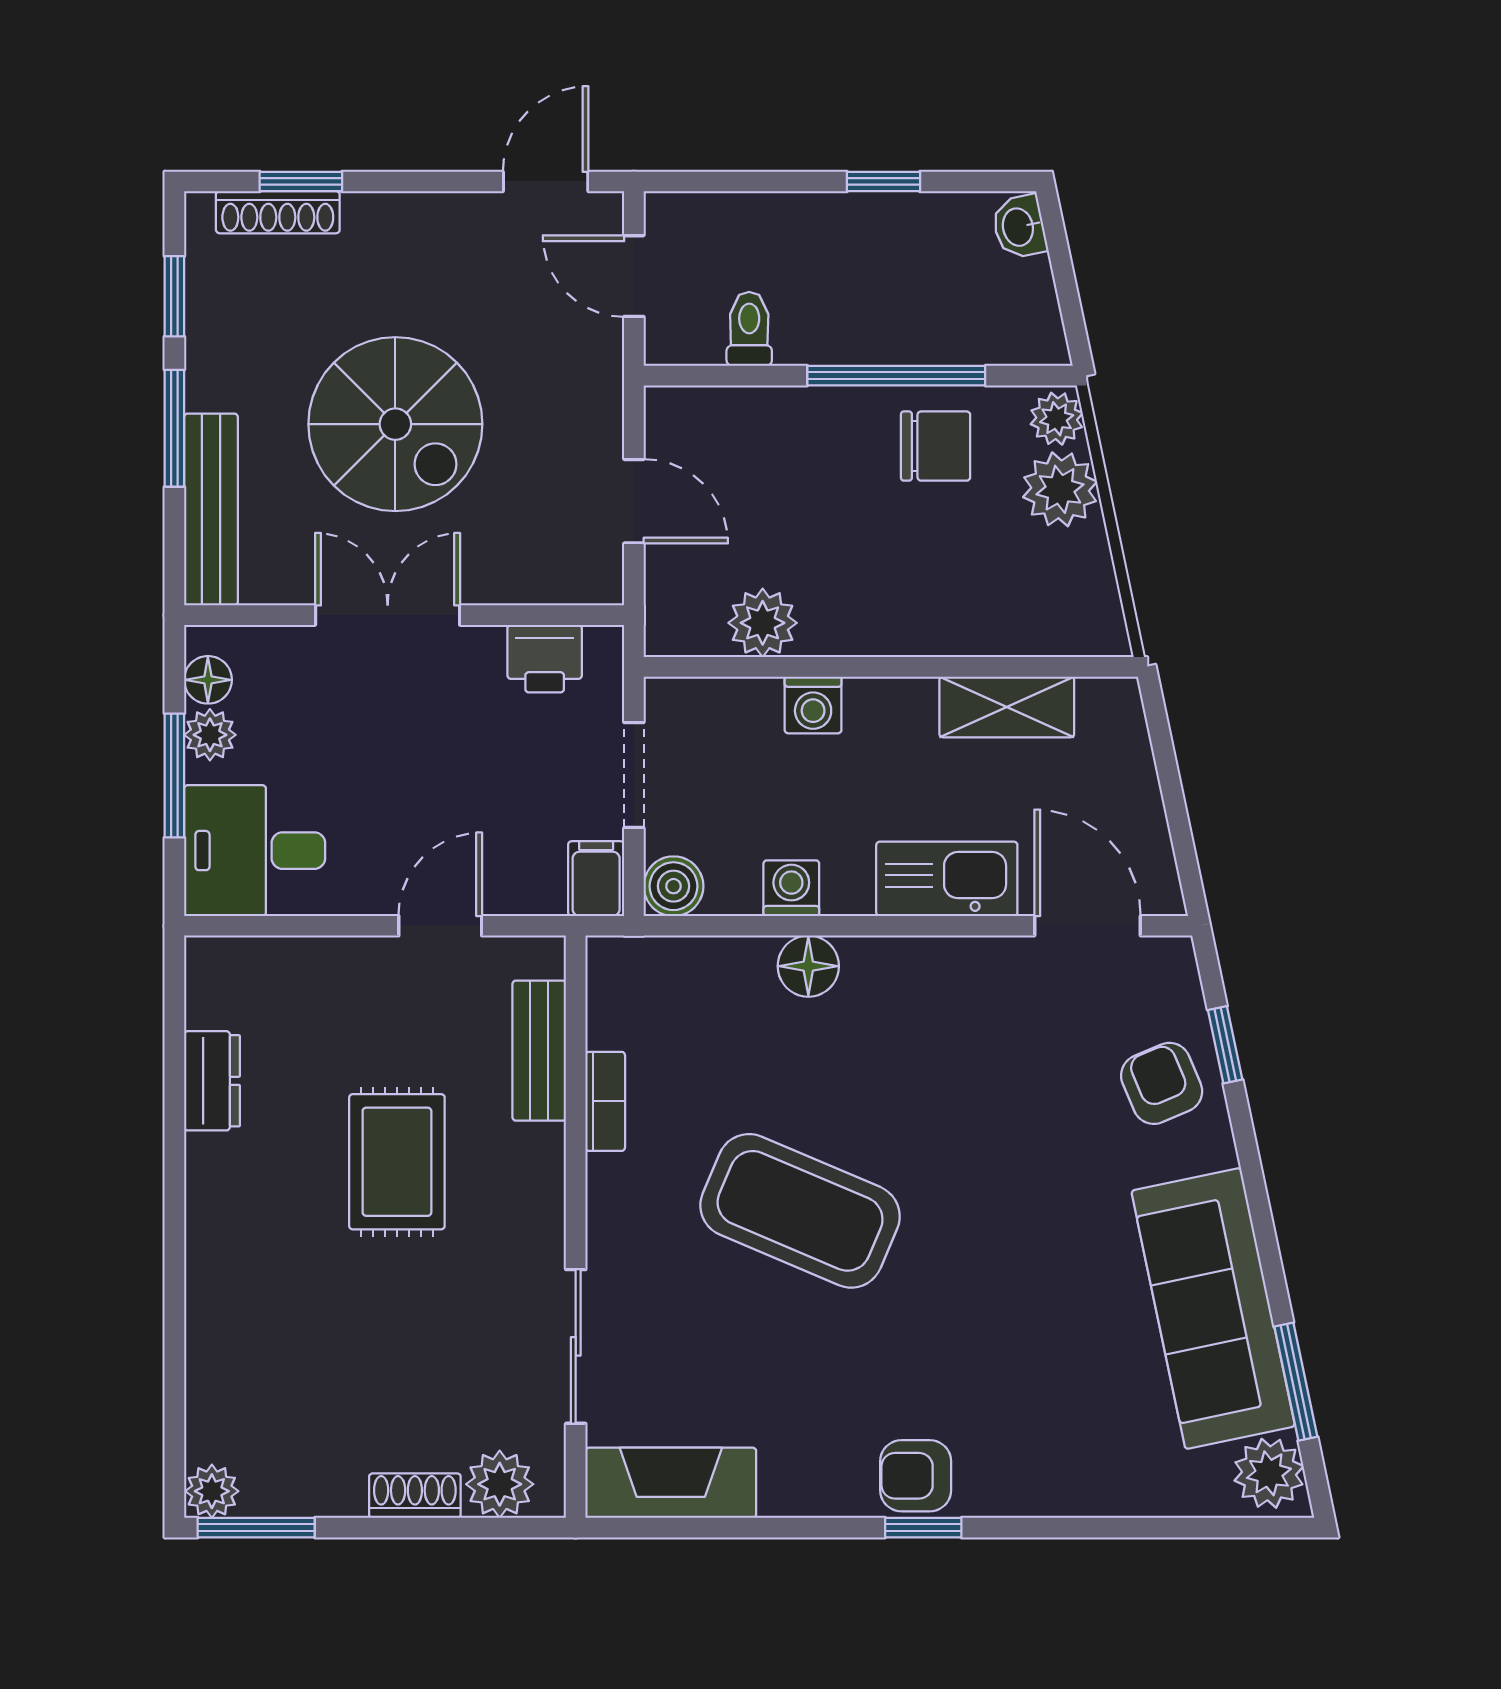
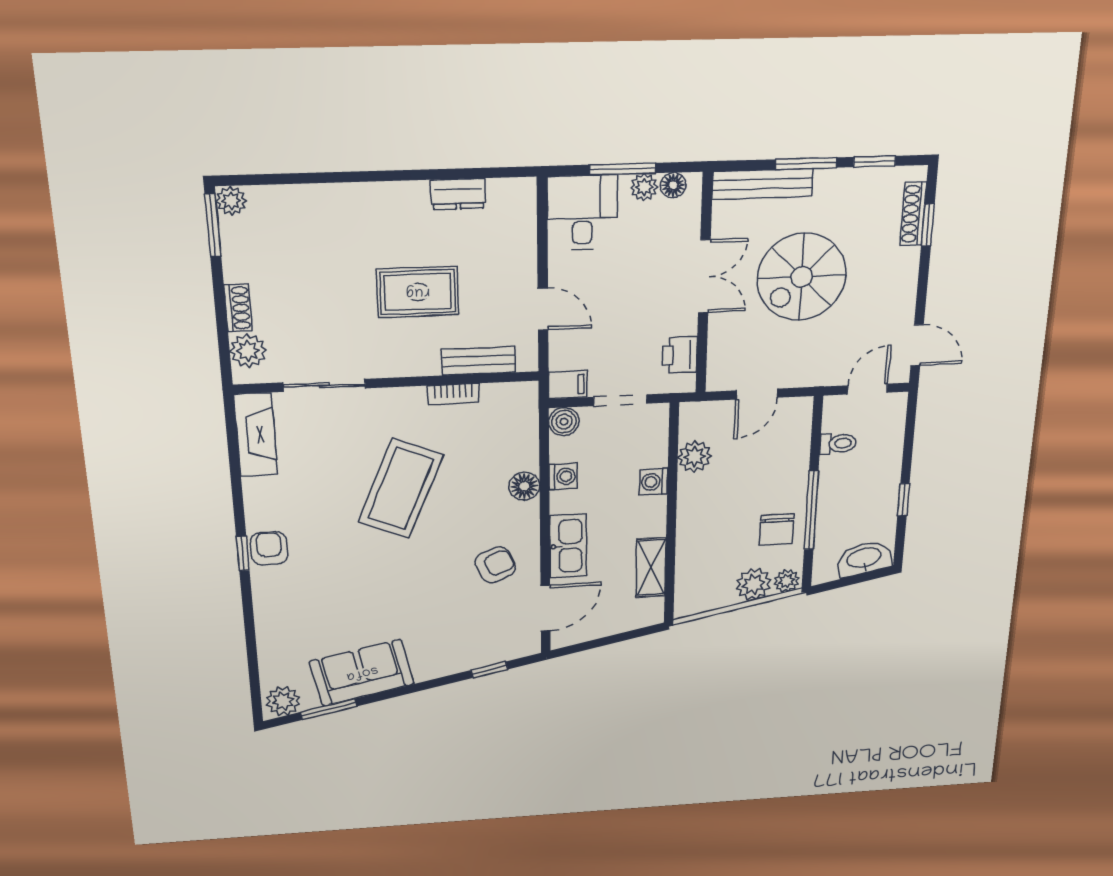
washbasin: (1019, 227) -> (864, 559), width x1.91, depth x1.45
armchair: (1162, 1083) -> (495, 565), moved
sofa: (1213, 1309) -> (362, 673), width x0.73

